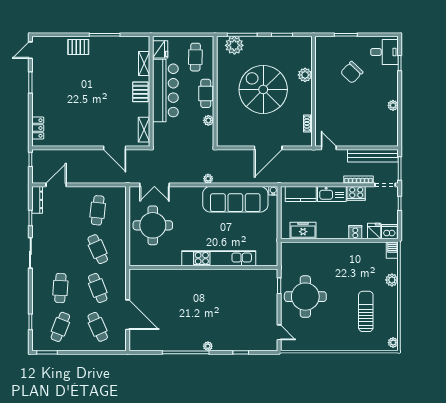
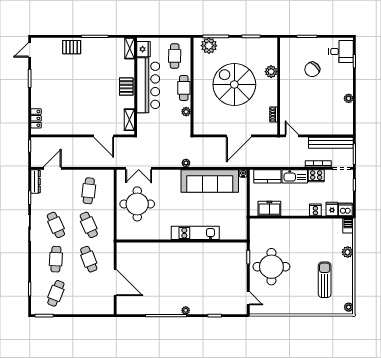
shelving: (144, 63) -> (130, 48), moved
kitchen unit: (219, 258) -> (195, 233), width x0.73
cafe table: (98, 327) -> (56, 225), moved

